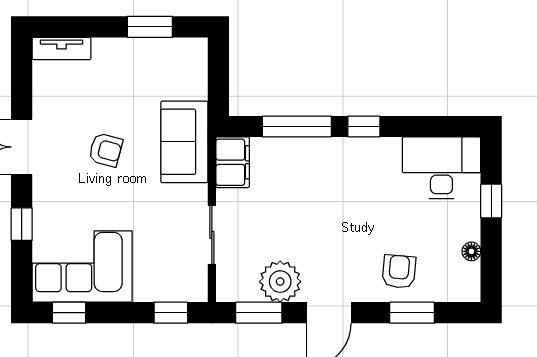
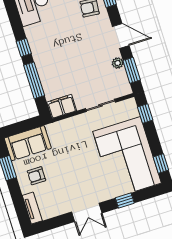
sofa: (184, 142) -> (28, 143), moved
armchair: (106, 150) -> (37, 176), moved, turned -105
corner sofa: (82, 267) -> (127, 157), width x1.36, depth x1.36
plant: (280, 282) -> (118, 63), width x0.53, depth x0.53

